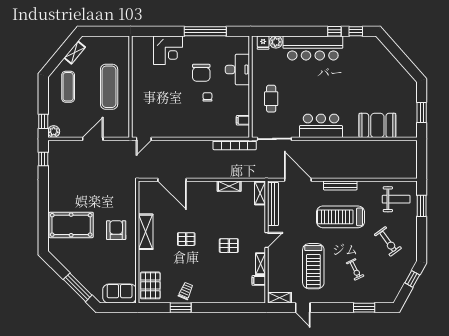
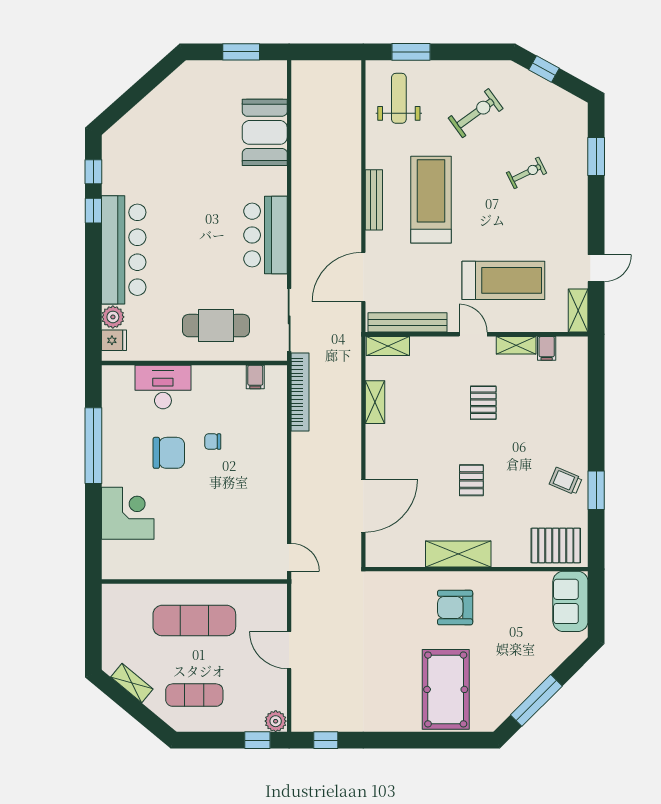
cafe table: (271, 99) -> (216, 326), width x1.37, depth x1.35
treadmill: (340, 217) -> (431, 200), turned 180
treadmill: (313, 266) -> (503, 280), moved
window: (78, 287) -> (536, 700), moved

